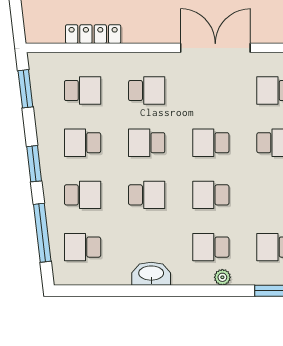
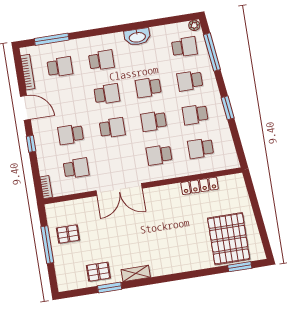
window: (25, 89) -> (238, 143), removed
school desk: (83, 143) -> (195, 115), turned 180
school desk: (147, 143) -> (154, 121), turned 180
window: (34, 164) -> (228, 108), moved
plant: (222, 277) -> (194, 25), moved

